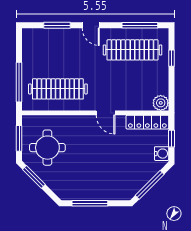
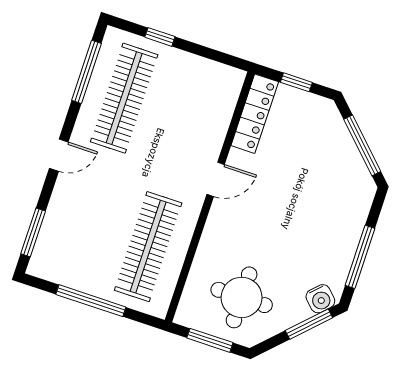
window: (57, 25) -> (33, 232), moved
window: (19, 82) -> (91, 301), moved
plant: (161, 103) -> (230, 80), removed
water cooler: (162, 154) -> (320, 299), moved, turned 135
window: (34, 177) -> (309, 324), moved

